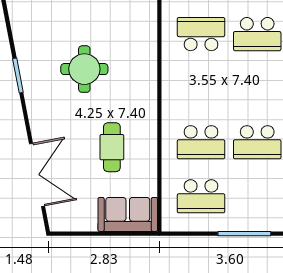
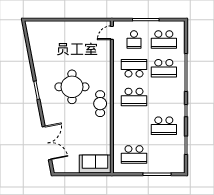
round table: (84, 69) -> (72, 87), width x1.36, depth x1.36
school desk: (201, 142) -> (134, 97), moved
cafe table: (112, 147) -> (100, 104), moved

